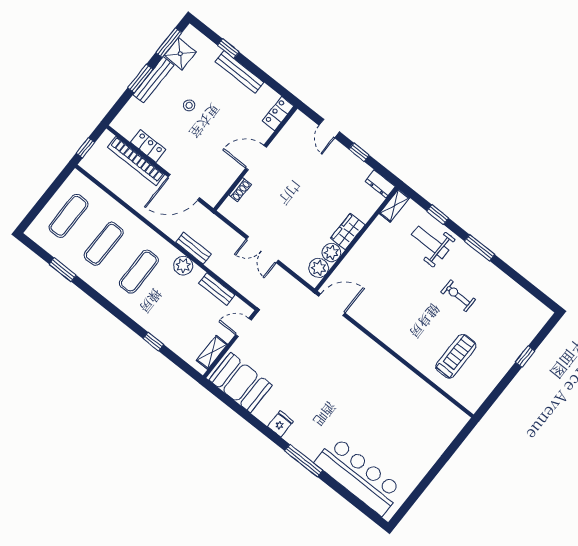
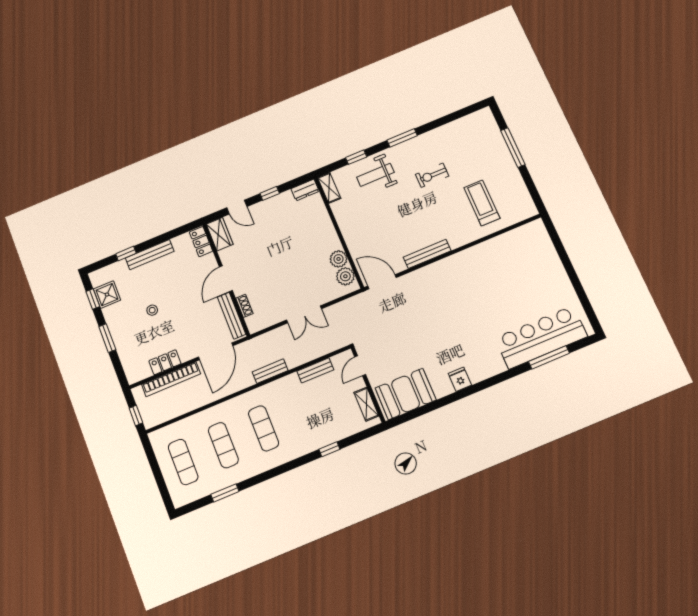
window: (169, 43) -> (93, 299), width x0.67
bench: (153, 80) -> (232, 316), moved
wardrobe: (348, 231) -> (220, 234), moved, turned 180
plant: (183, 266) -> (280, 388), removed
door: (332, 305) -> (382, 282), hinge flipped
bench: (380, 332) -> (427, 254), added
window: (525, 357) -> (513, 148), width x2.17
window: (304, 461) -> (549, 357), moved

